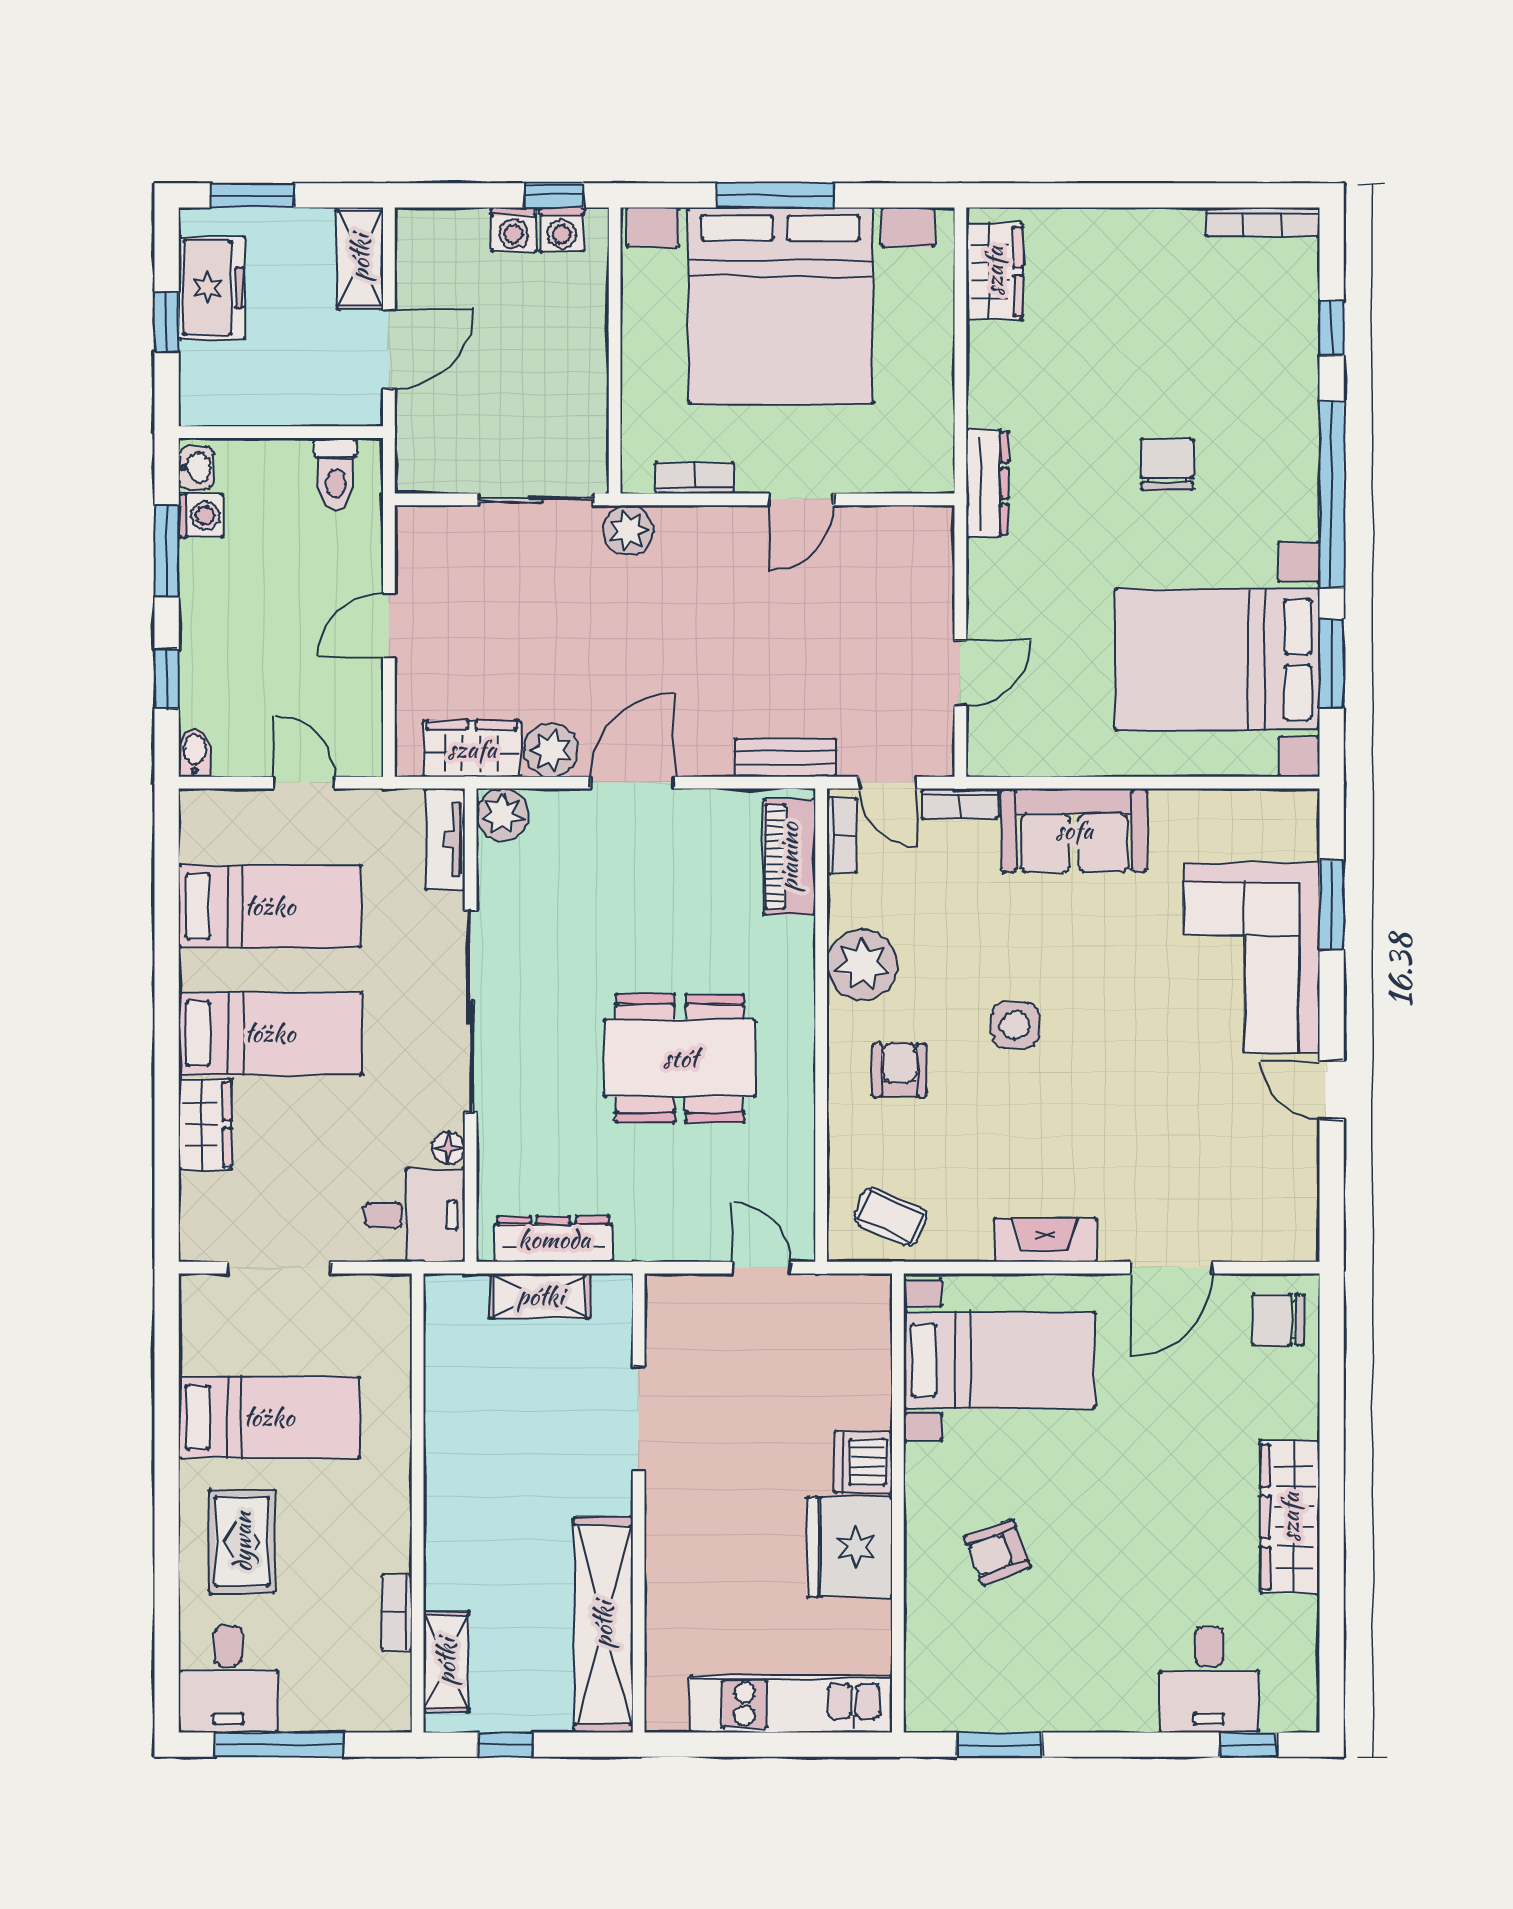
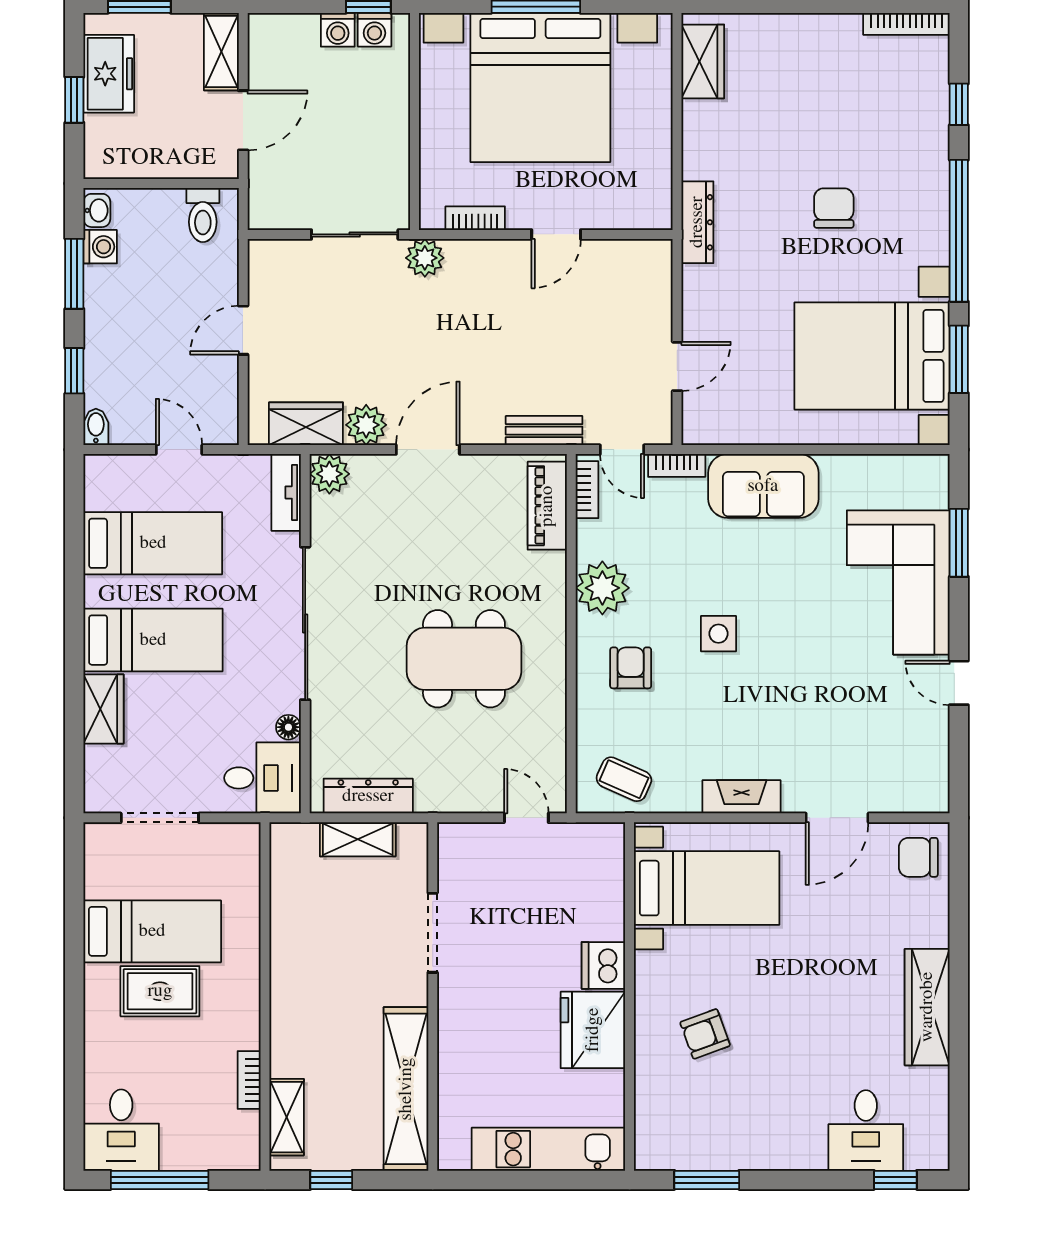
rug: (242, 1542) -> (160, 991), moved, turned 90

